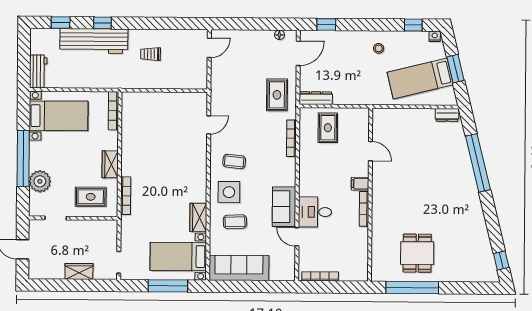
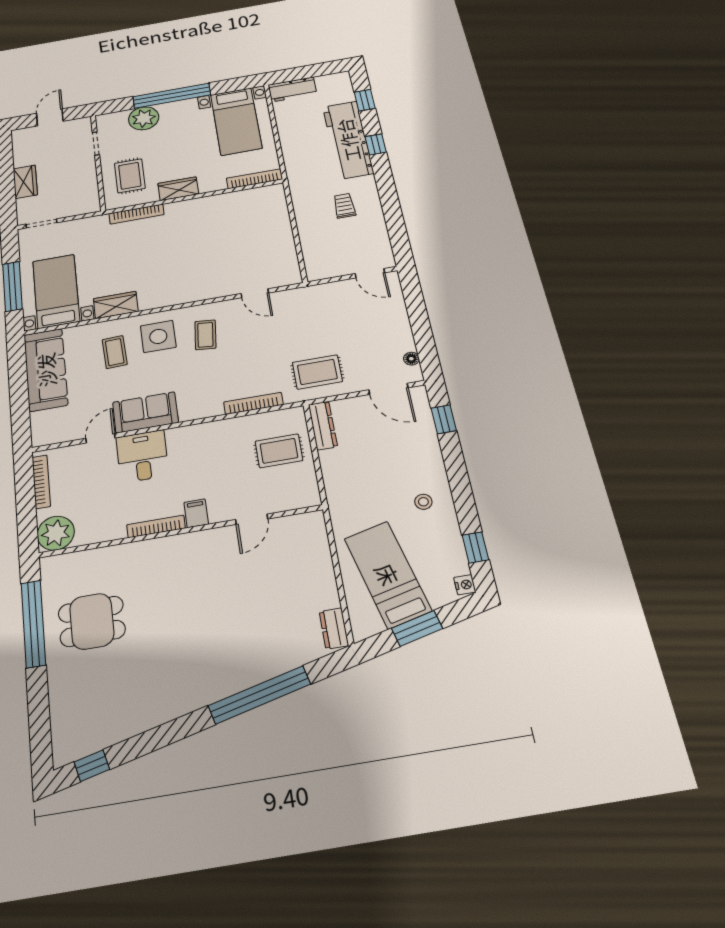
plant: (357, 270) -> (56, 533), added

